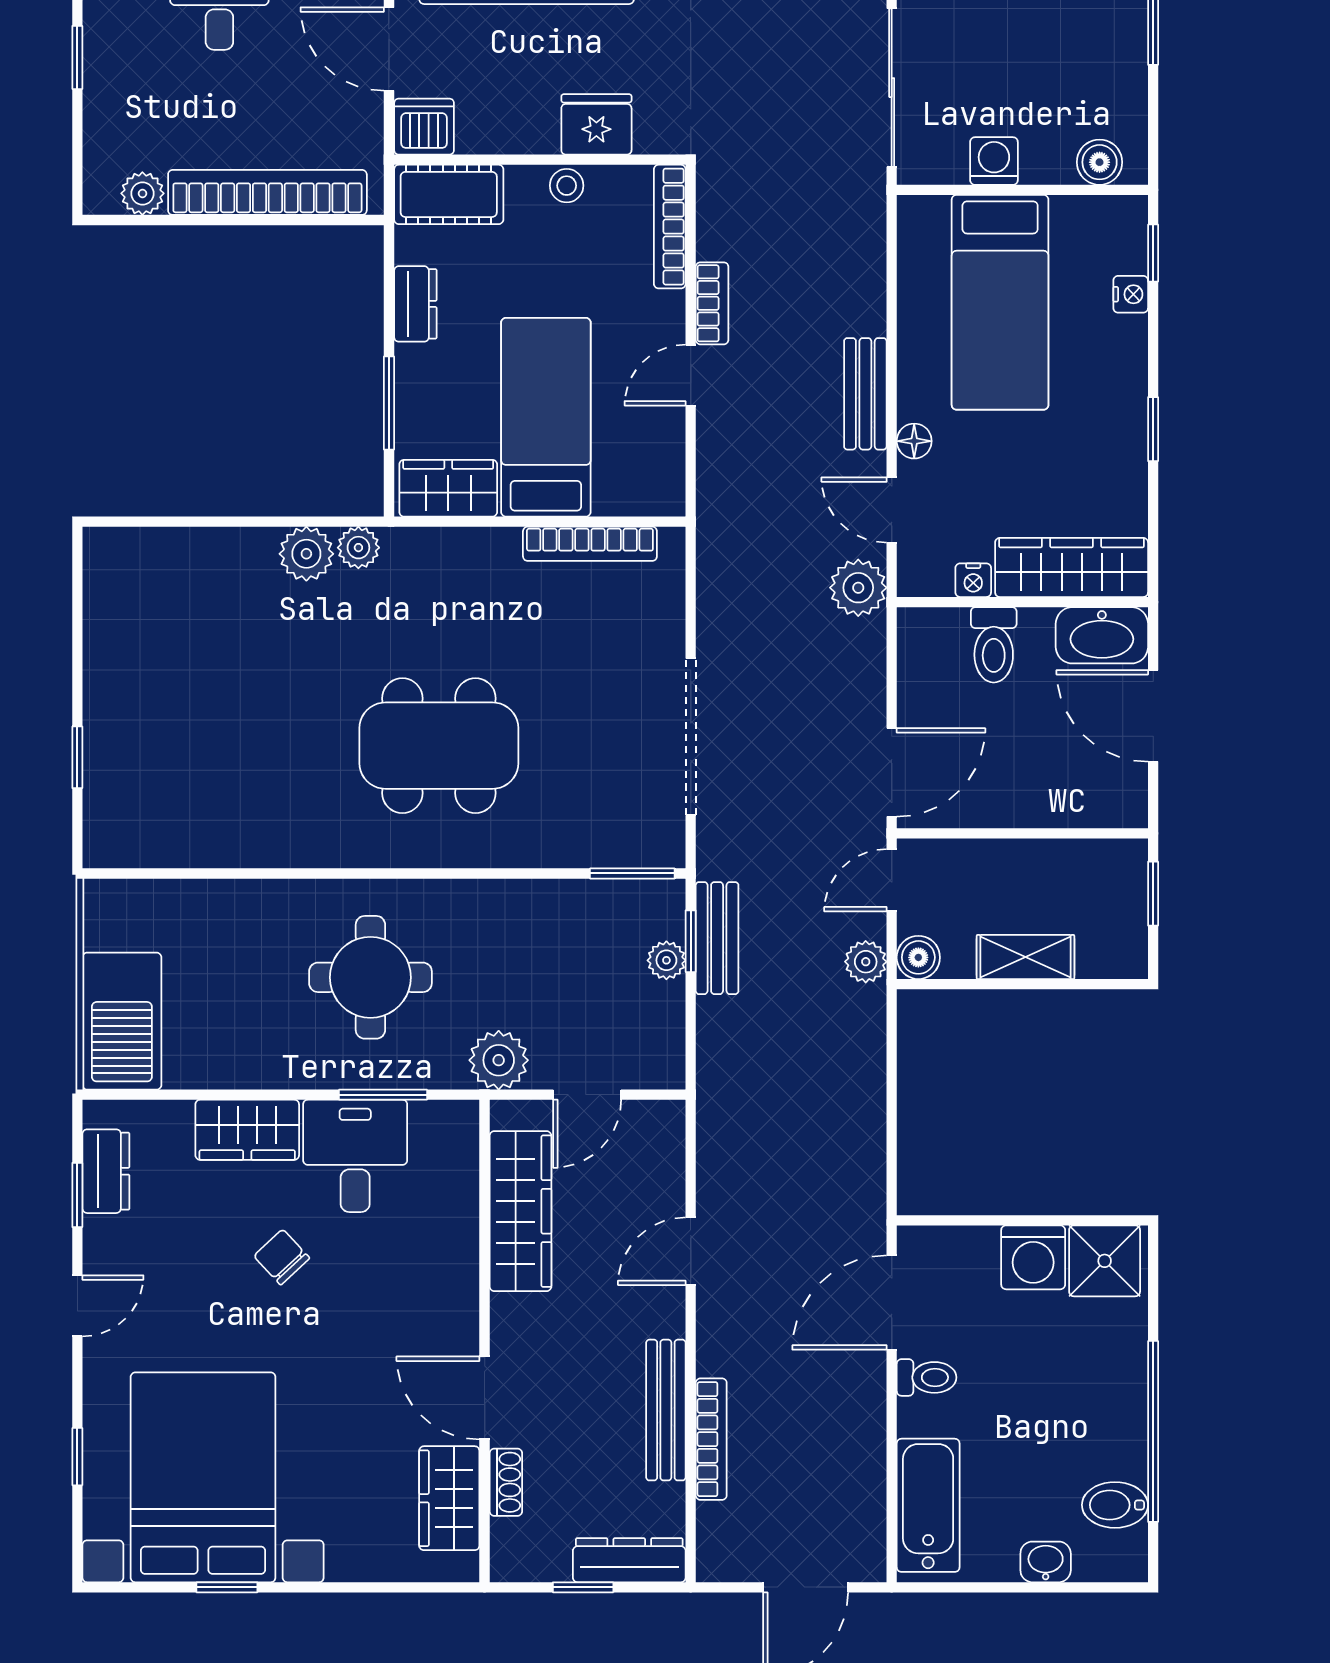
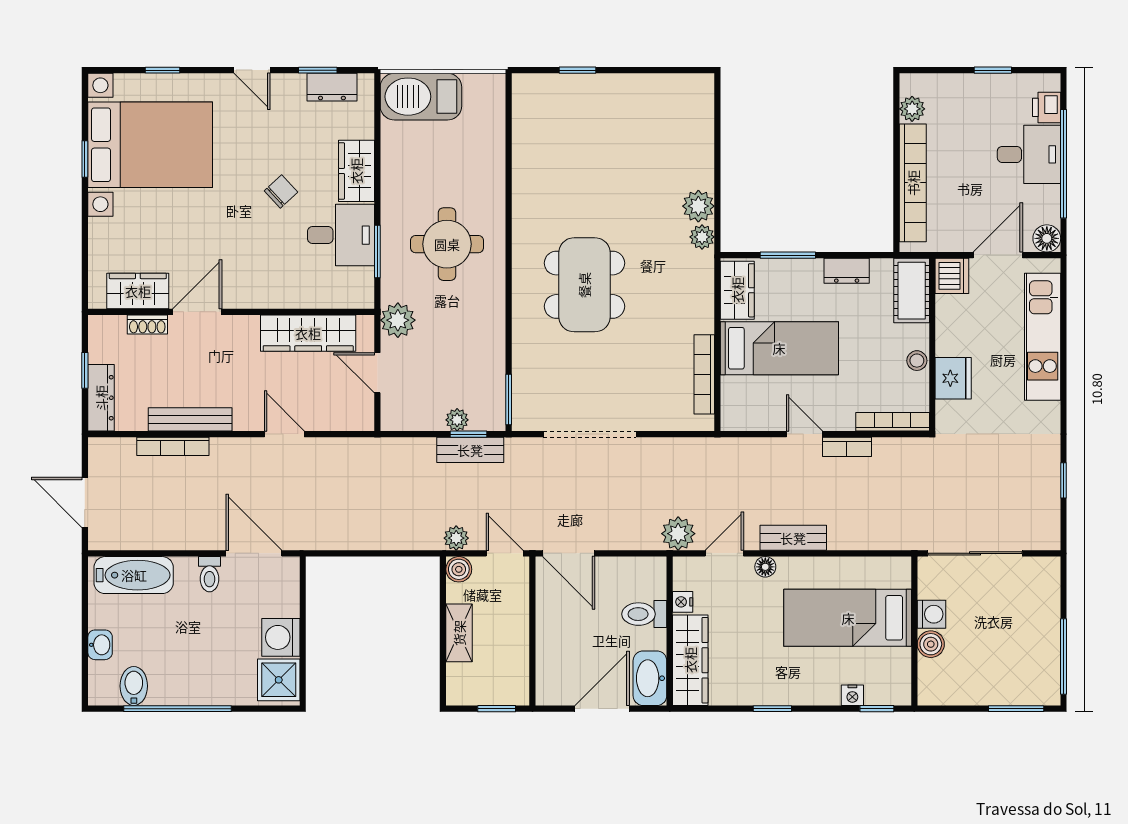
boiler: (1100, 162) -> (931, 644), moved

